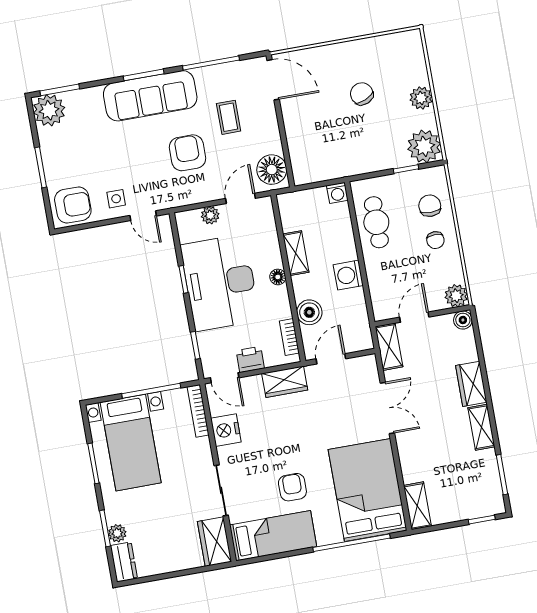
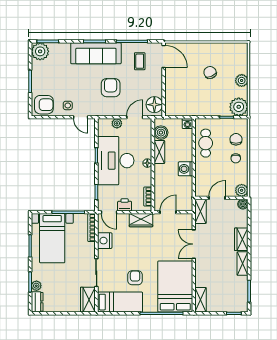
coffee table: (229, 117) -> (140, 61), moved
boiler: (309, 312) -> (161, 133), moved
double door: (387, 408) -> (194, 244), swing flipped

